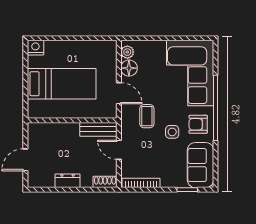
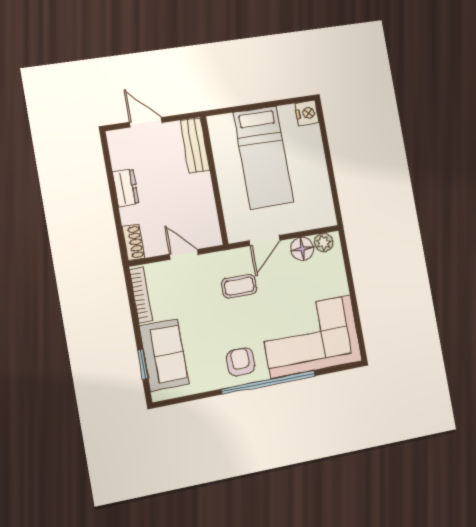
bench: (98, 129) -> (195, 145), moved
side table: (172, 132) -> (223, 327), removed
door: (119, 150) -> (184, 254), hinge flipped
sofa: (200, 165) -> (164, 355), moved, turned 90

